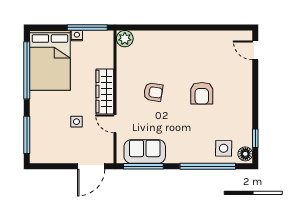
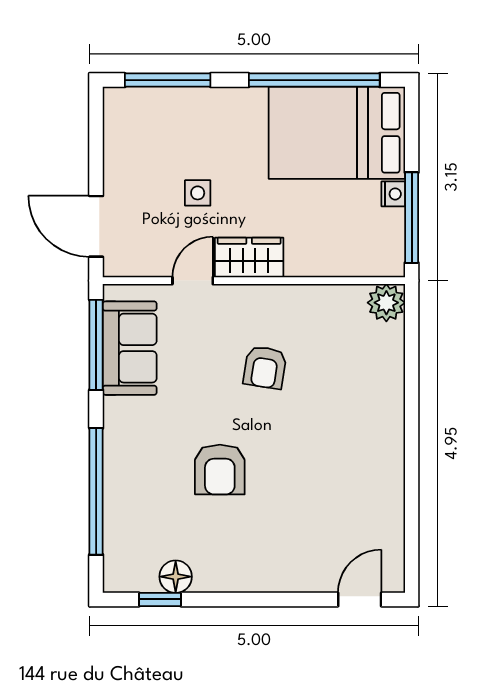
wardrobe: (105, 91) -> (249, 257), width x0.67
armchair: (202, 93) -> (220, 470), moved, turned -90
side table: (224, 148) -> (137, 527), removed
floor lamp: (245, 154) -> (176, 577), moved

